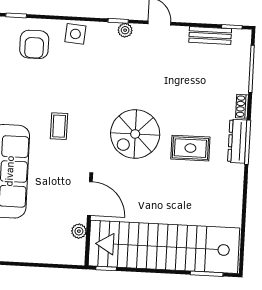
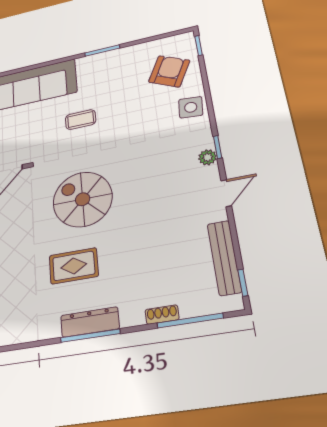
bench: (210, 35) -> (224, 257), width x1.36
armchair: (34, 44) -> (169, 71), turned 116
shoe rack: (242, 106) -> (162, 315), moved
rug: (190, 148) -> (74, 266), turned 90

